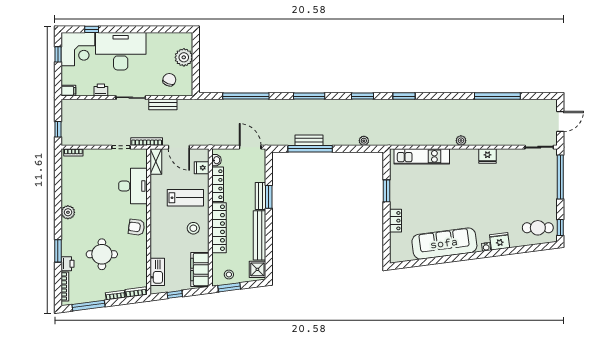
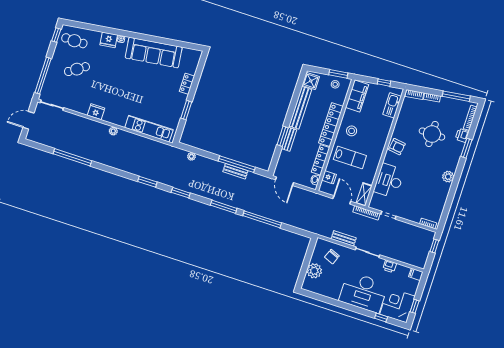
window: (246, 96) -> (262, 219), moved
cafe table: (525, 197) -> (77, 69), added
lab bench: (185, 198) -> (350, 158), turned 180

